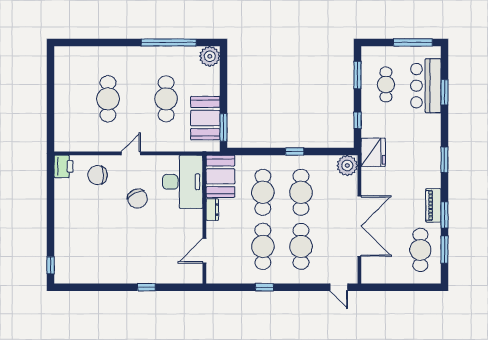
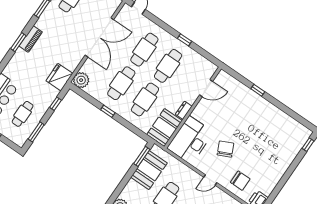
piano: (433, 205) -> (31, 39), moved
double door: (359, 226) -> (99, 37), swing flipped

